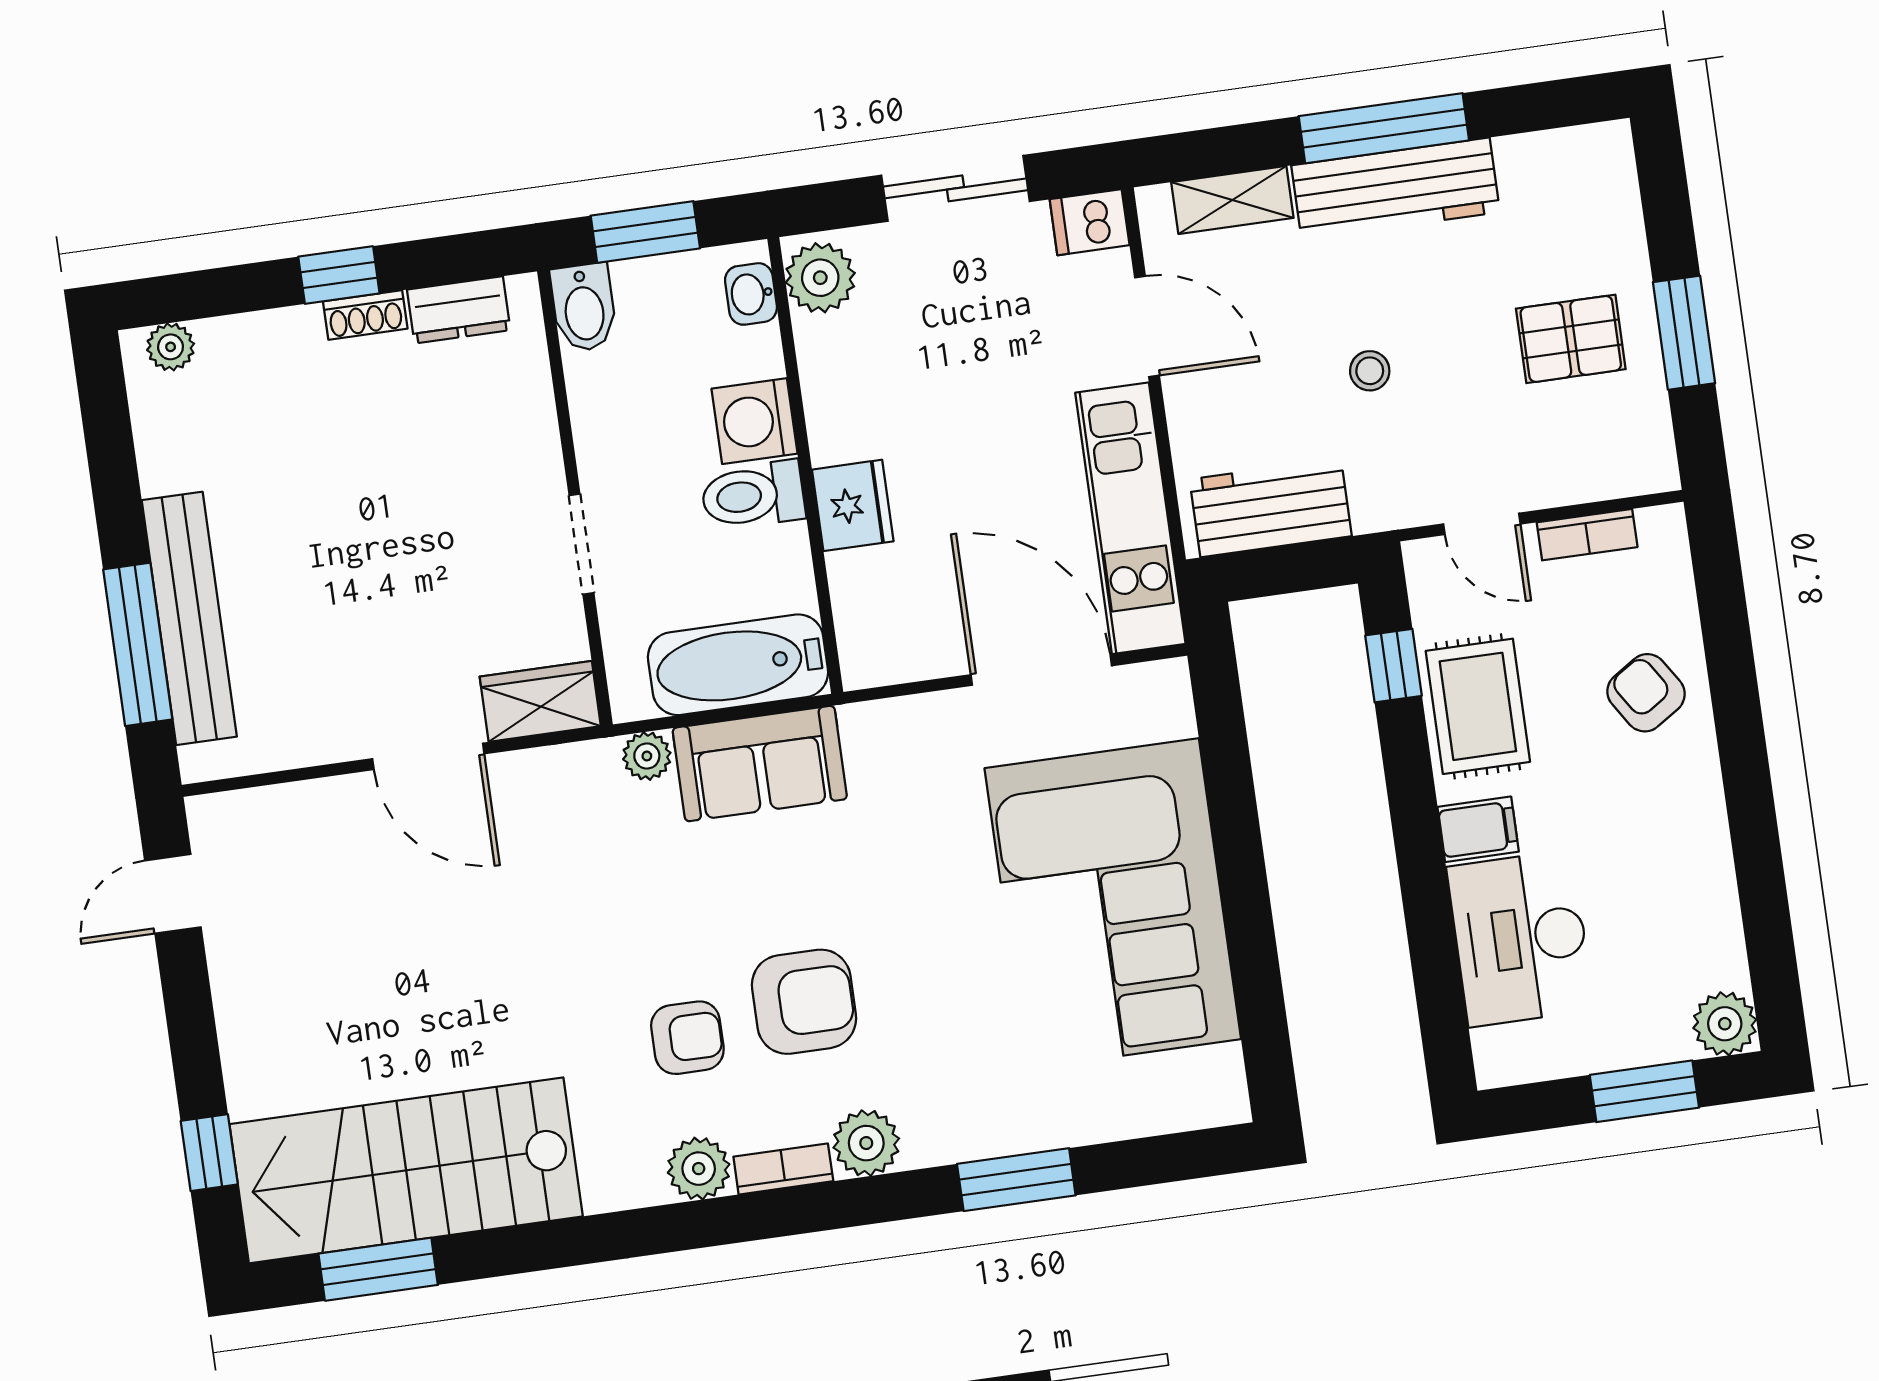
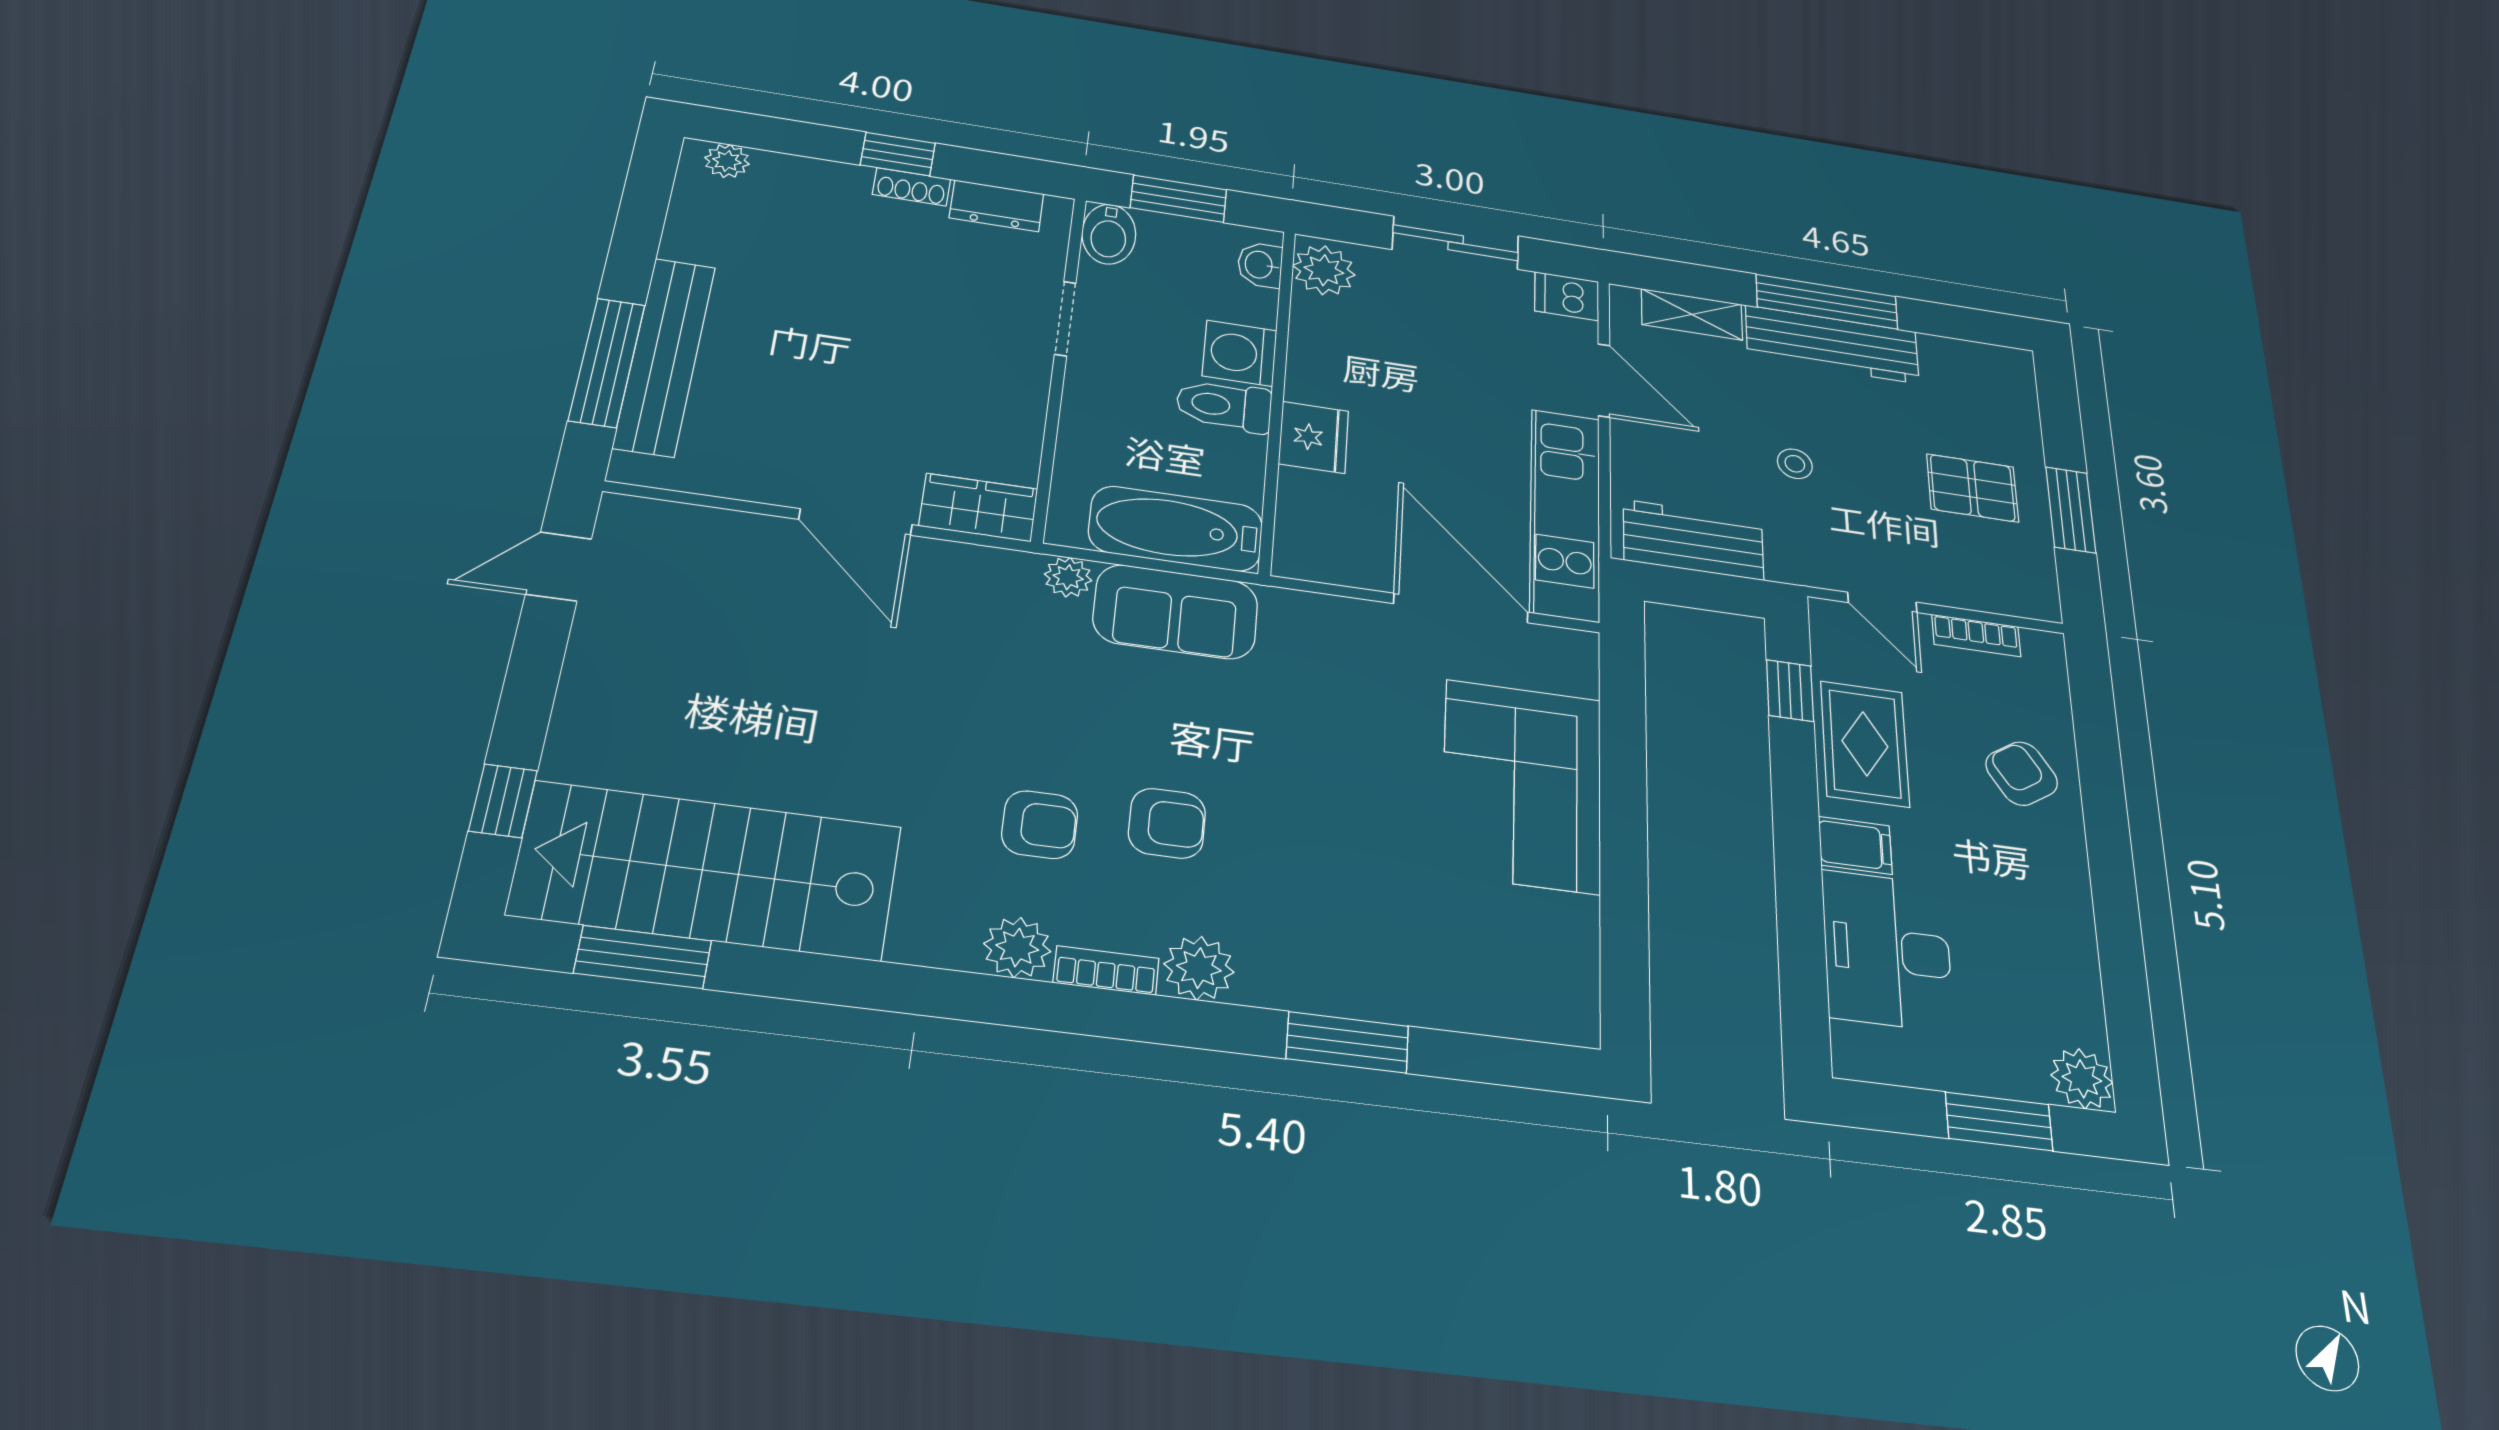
doorway: (581, 544) -> (1065, 319), moved
corner sofa: (1113, 904) -> (1522, 786), width x0.73, depth x0.74
armchair: (804, 1002) -> (1167, 823), width x0.72, depth x0.72

